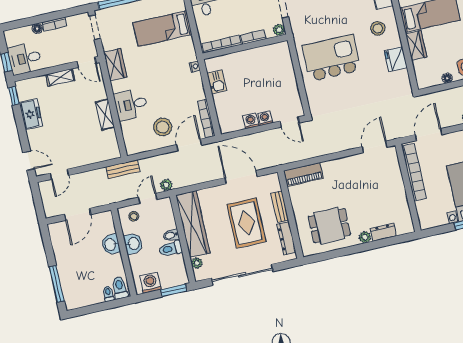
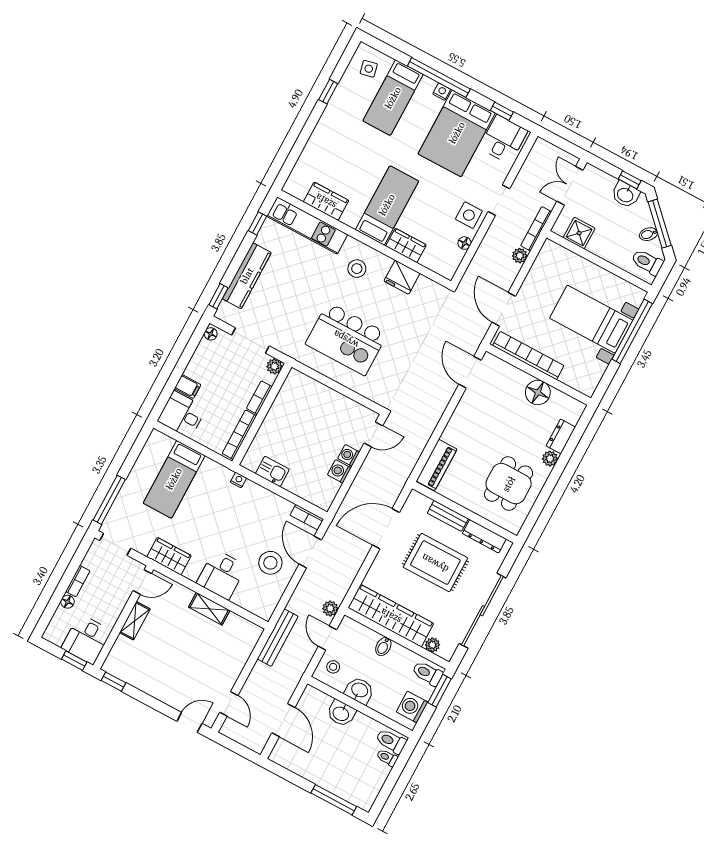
kitchen island: (332, 58) -> (346, 339), turned -90
freezer: (31, 114) -> (146, 680), removed
bookcase: (206, 118) -> (307, 517), width x0.64
bench: (123, 169) -> (278, 638), width x1.36
floor lamp: (397, 197) -> (538, 392), added
toilet: (171, 249) -> (427, 673), moved, turned 90

